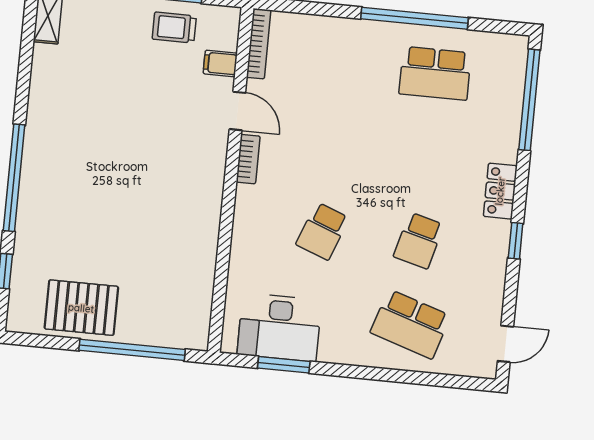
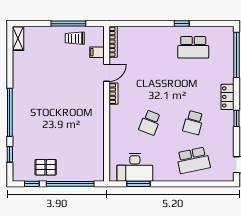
window: (414, 18) -> (182, 24), width x0.32
door: (237, 111) -> (107, 73), hinge flipped
pallet: (81, 308) -> (46, 167), width x0.67, depth x0.71
school desk: (410, 324) -> (193, 160), turned -30
window: (47, 342) -> (32, 184), added

